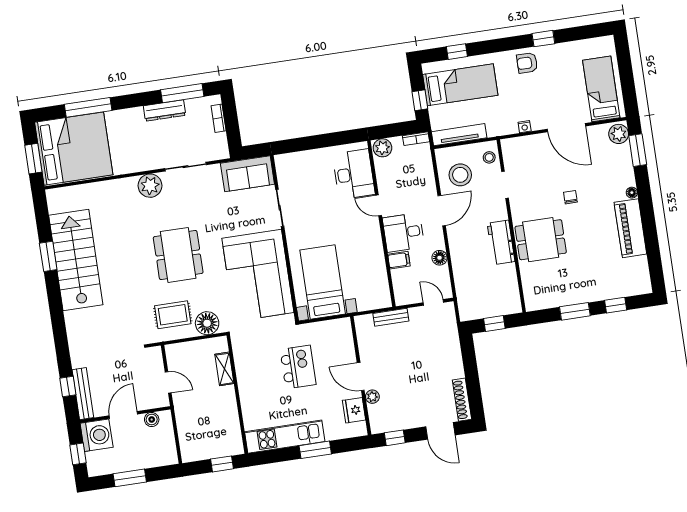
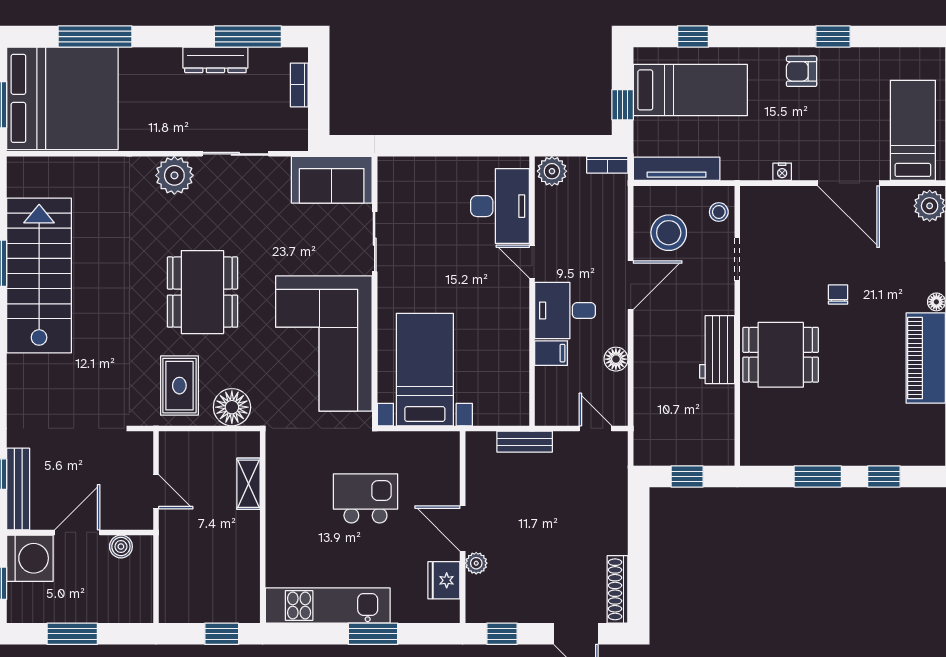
rug: (173, 315) -> (179, 386), turned 90
kitchen island: (298, 367) -> (365, 498), turned -90

